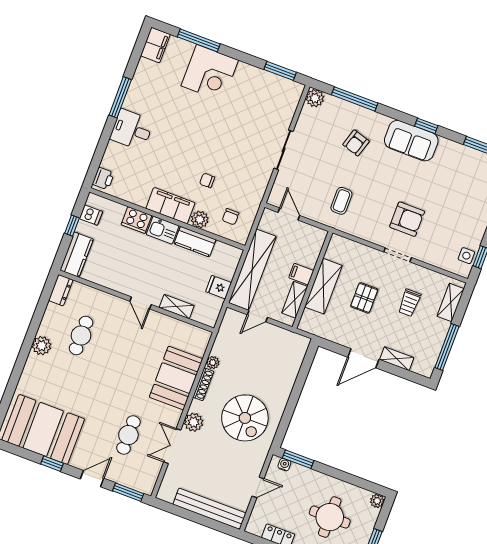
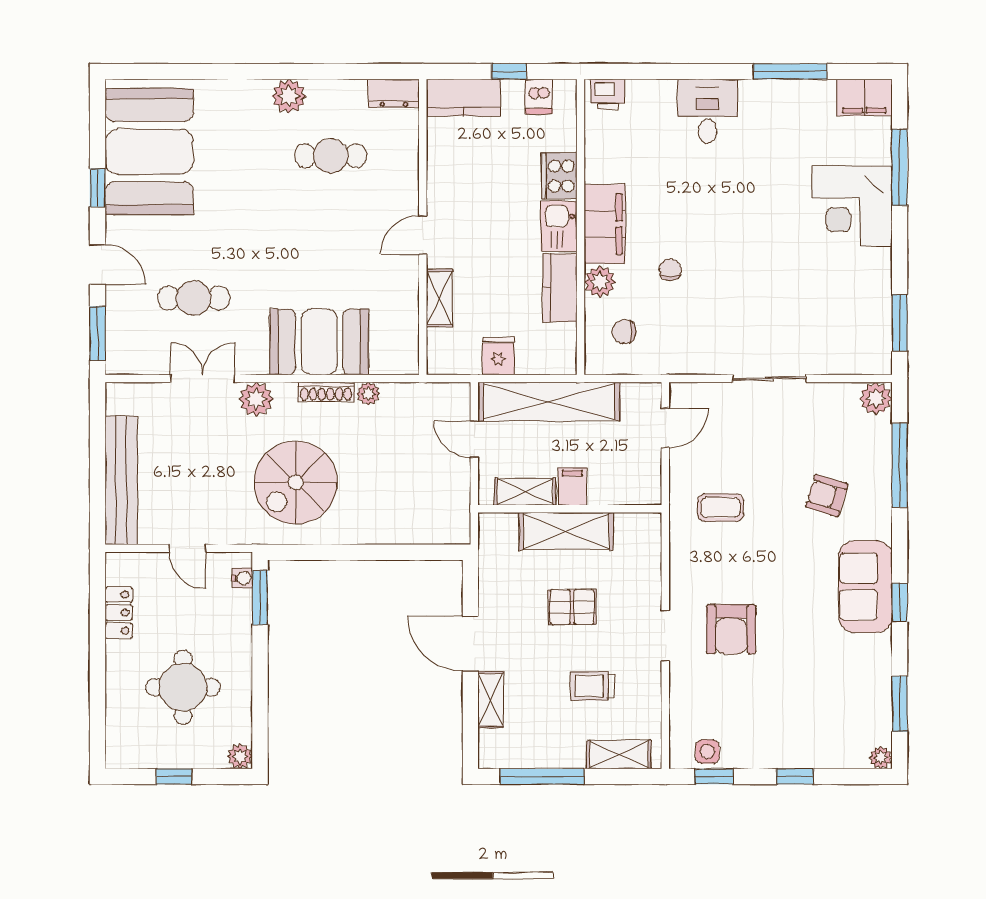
window: (120, 97) -> (790, 71), moved

